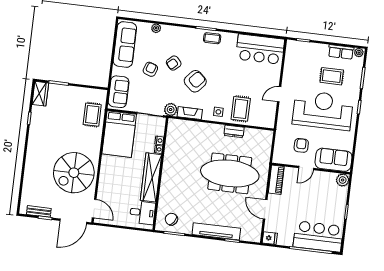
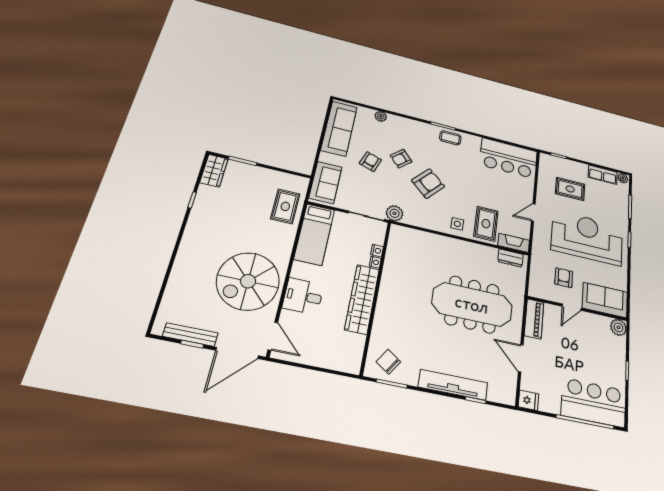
rug: (332, 76) -> (570, 189), moved
fireplace: (190, 113) -> (514, 243), moved
dresser: (234, 131) -> (510, 258), moved
bed: (119, 134) -> (314, 234), width x0.67
bench: (39, 211) -> (190, 335), width x1.36
desk: (142, 213) -> (303, 296), moved, turned 180

